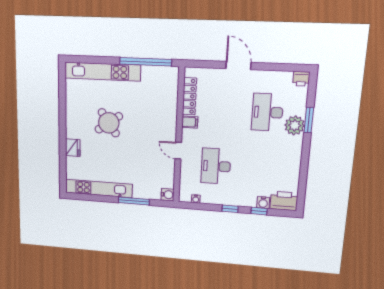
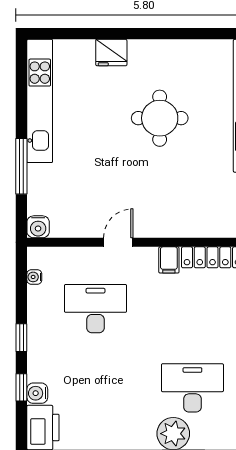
round table: (109, 123) -> (160, 118), turned 35

